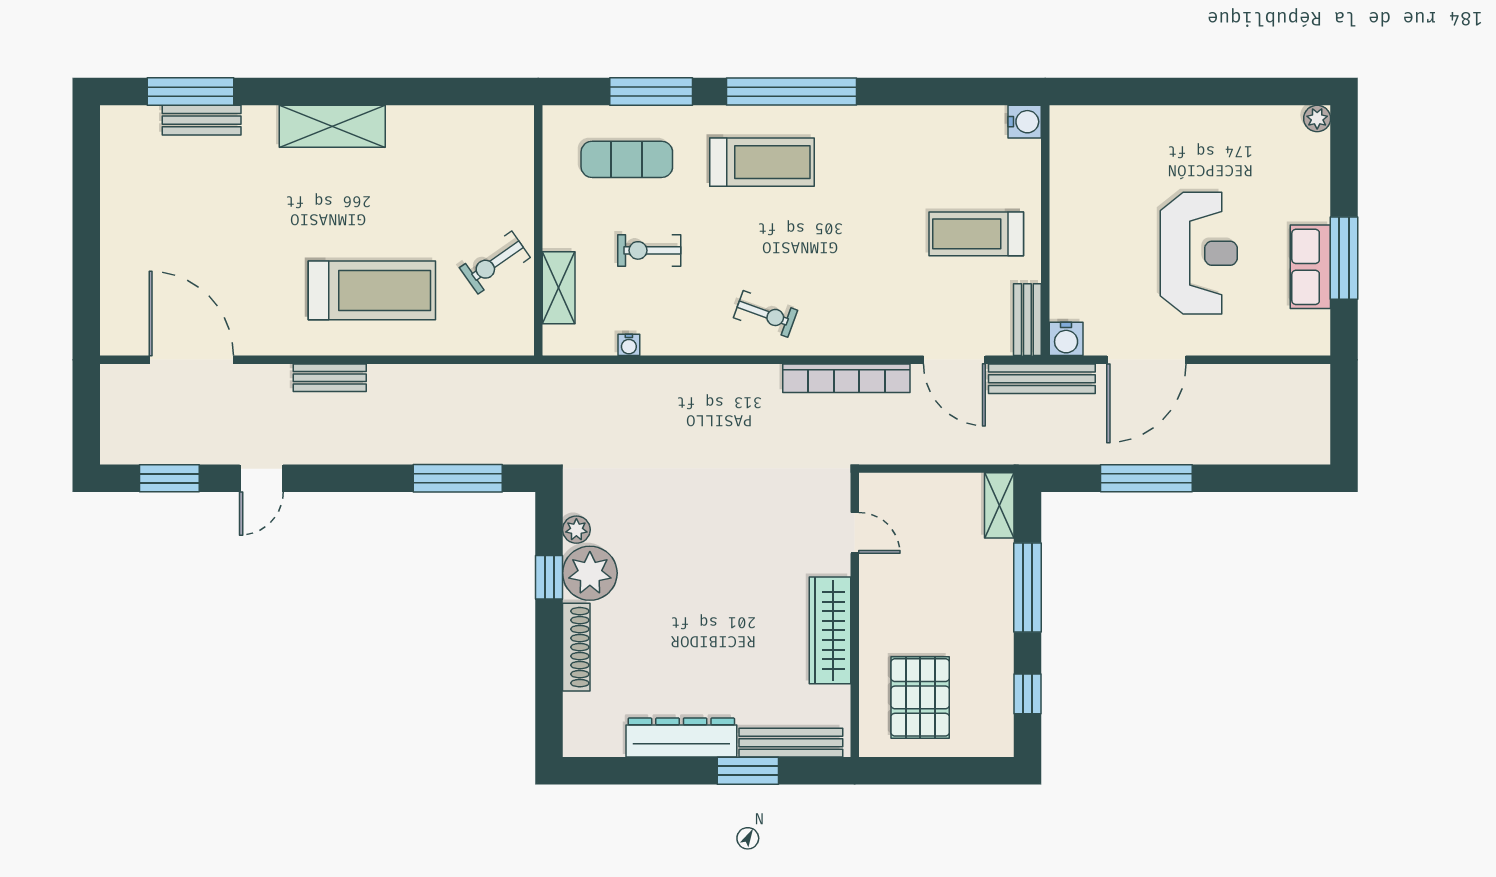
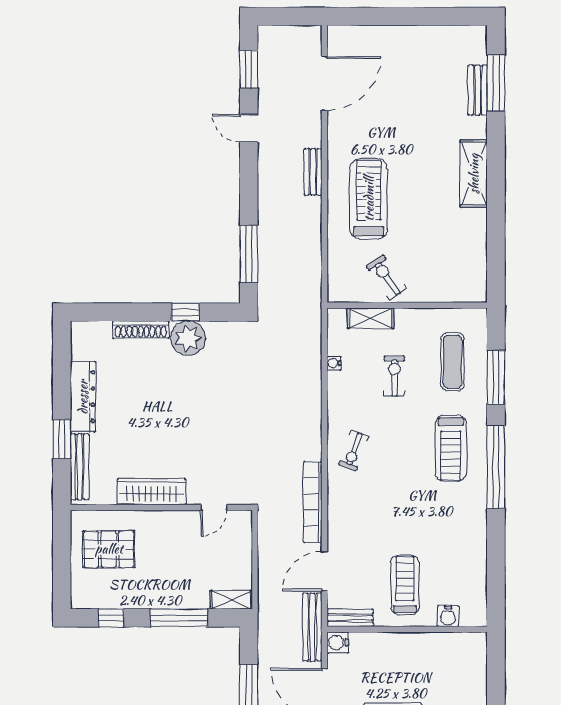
water cooler: (1025, 122) -> (448, 616), moved
treadmill: (372, 290) -> (369, 199), turned 180
plant: (576, 530) -> (216, 330), removed

